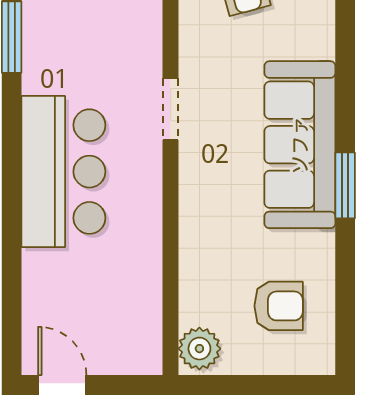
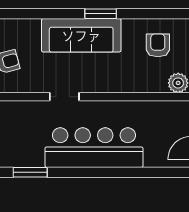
bar counter: (63, 172) -> (94, 148), width x1.36

